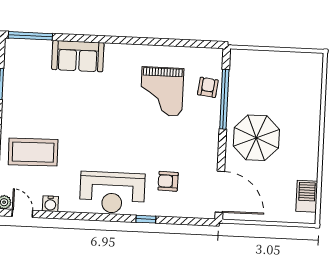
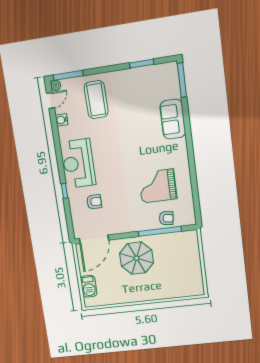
armchair: (168, 181) -> (94, 202), turned 89
barbecue: (307, 196) -> (89, 286), moved, turned 90

